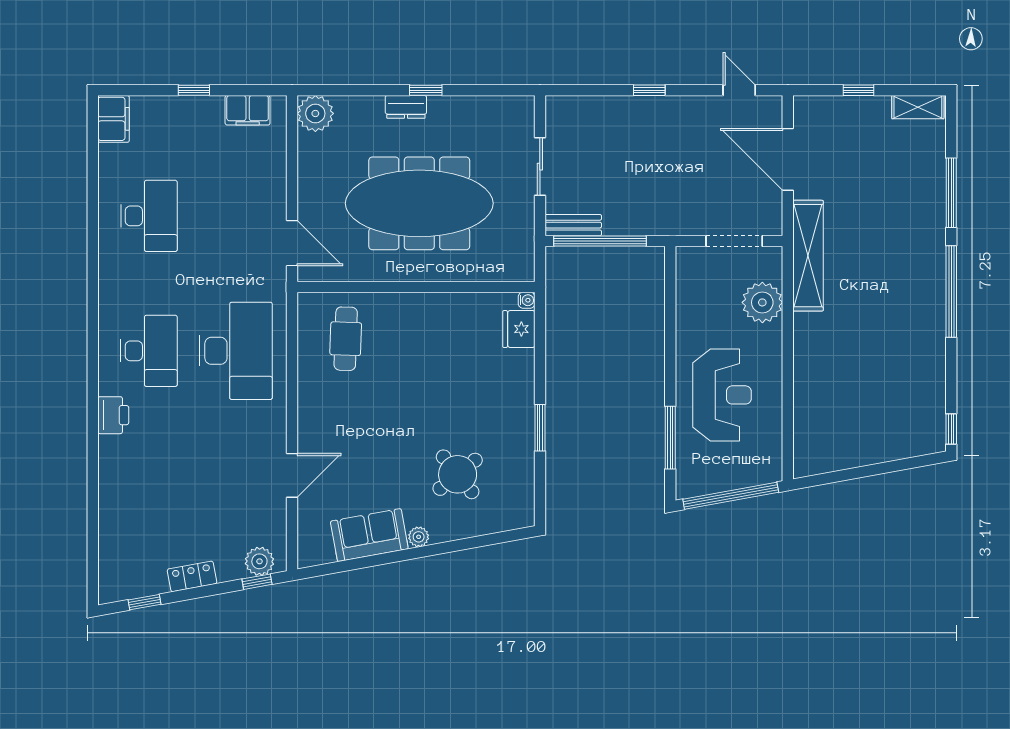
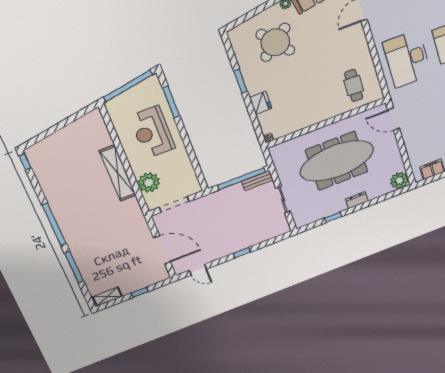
window: (426, 90) -> (333, 217), moved
shelving: (808, 256) -> (118, 173), moved
fridge: (519, 329) -> (261, 103), moved
round table: (458, 474) -> (275, 42), width x1.36, depth x1.36

